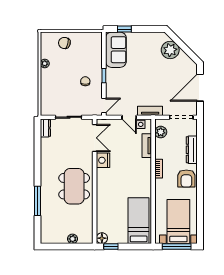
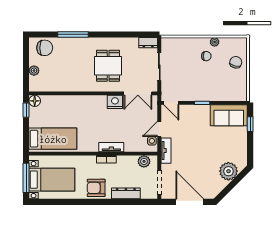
chair: (85, 81) -> (206, 56), moved
tv unit: (147, 146) -> (111, 147), moved
dining table: (74, 186) -> (108, 66), moved, width x0.73
chair: (50, 228) -> (45, 48), added

